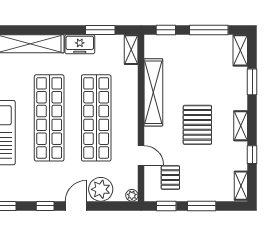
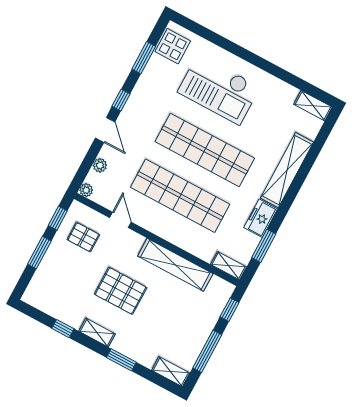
window: (252, 82) -> (121, 360), moved
door: (141, 155) -> (120, 220), swing flipped
shelving: (241, 186) -> (39, 301), removed
plant: (101, 189) -> (100, 165), width x0.53, depth x0.53

